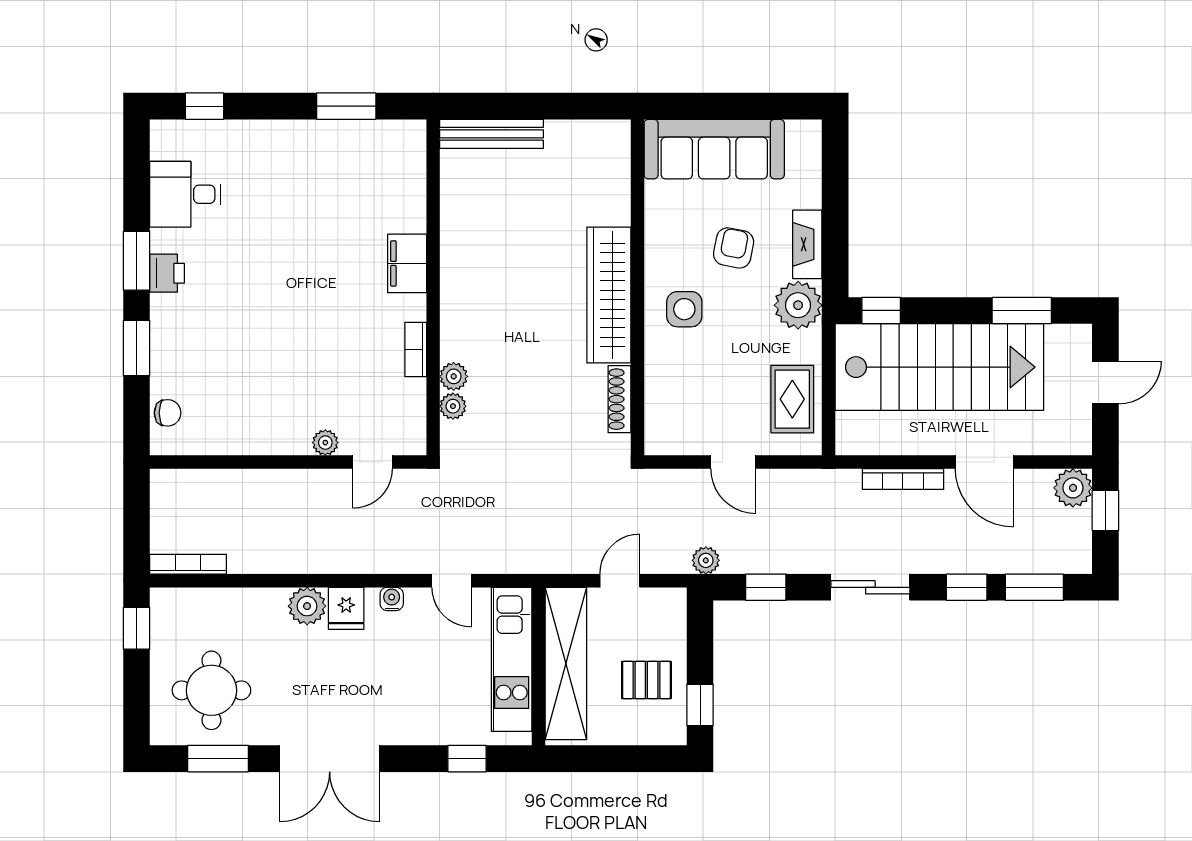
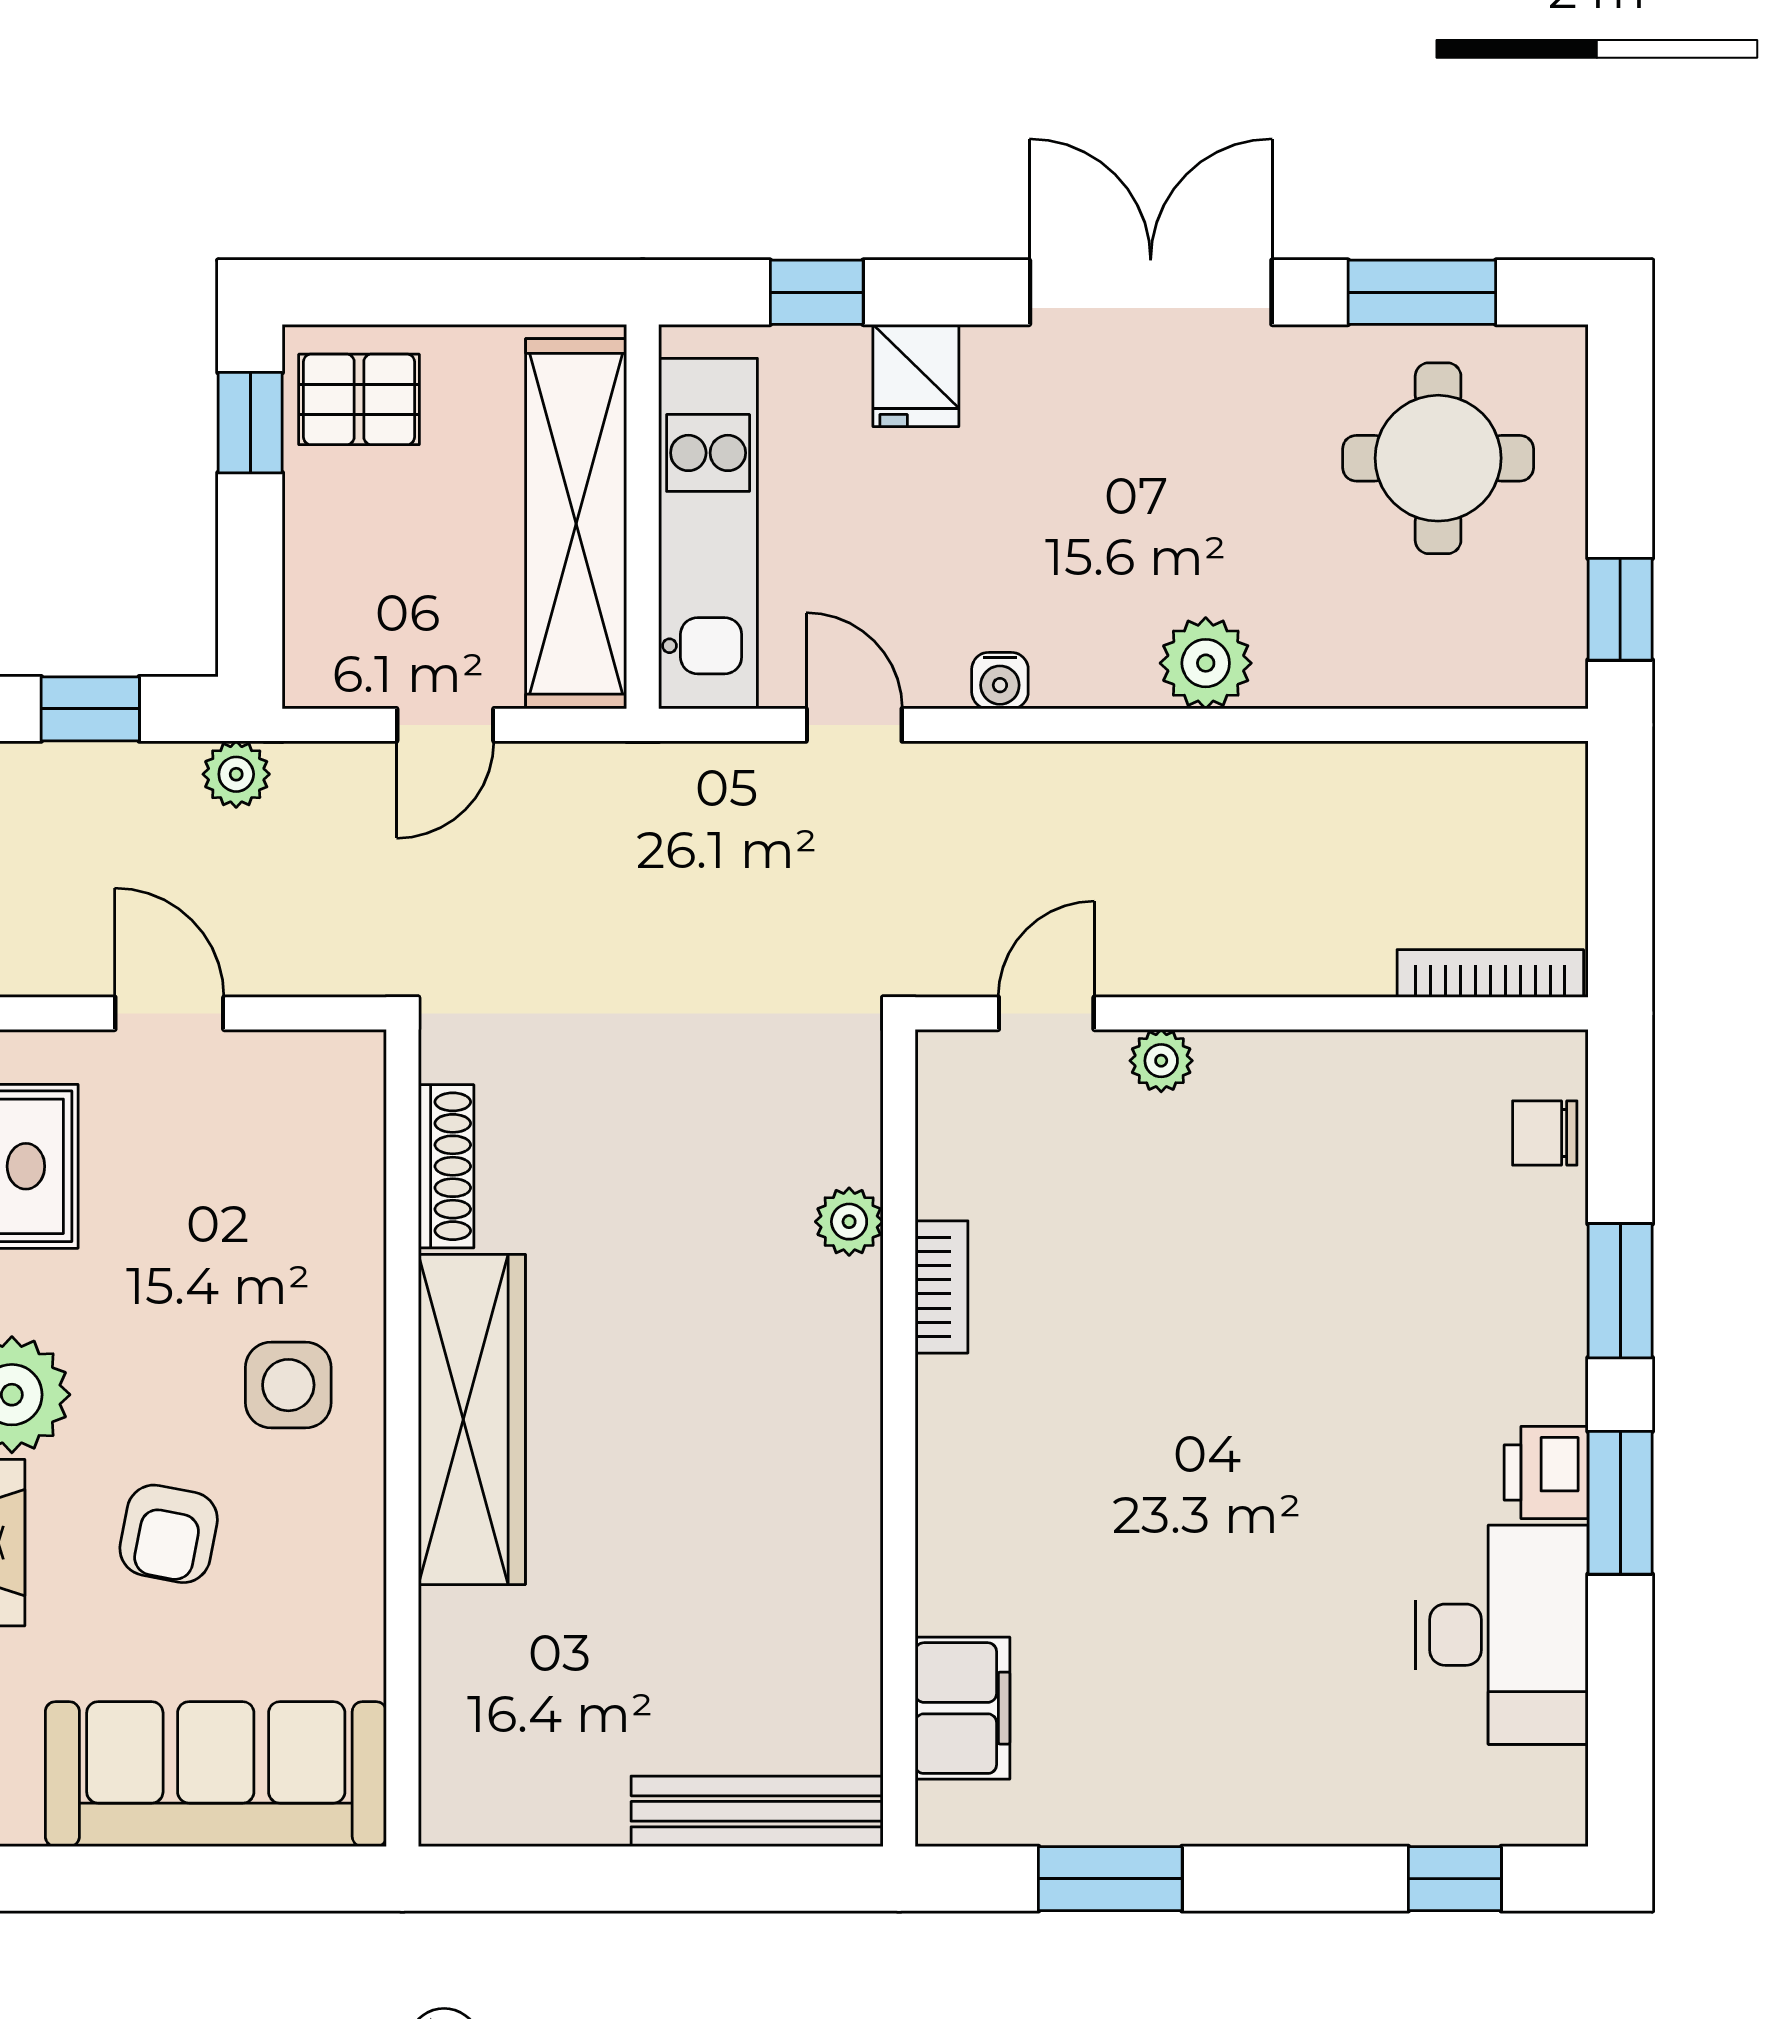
desk: (185, 194) -> (1502, 1635), width x1.37
filing cabinet: (407, 263) -> (962, 1708), moved
plant: (453, 406) -> (851, 1149), removed
bookcase: (188, 564) -> (1490, 973), moved, turned 180
fridge: (346, 608) -> (916, 375), moved, turned 180
pallet: (646, 680) -> (359, 399), moved

